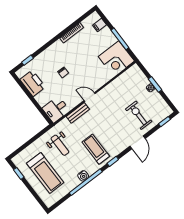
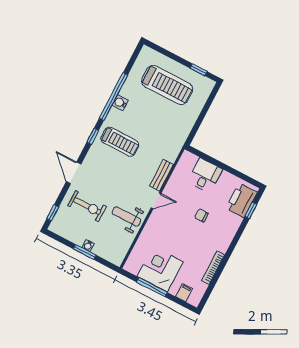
corner desk: (116, 59) -> (160, 269), moved
printer: (33, 83) -> (241, 200), moved, turned 90
desk: (56, 109) -> (205, 175), moved
weight bench: (60, 145) -> (126, 216), moved
treadmill: (45, 173) -> (167, 85), turned 180

